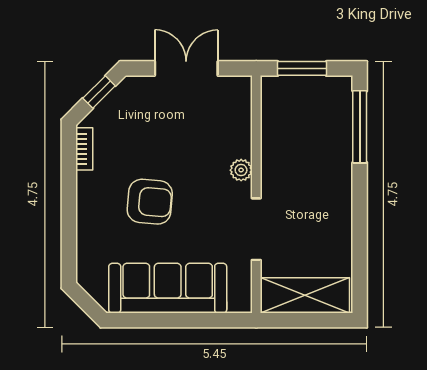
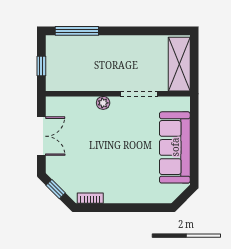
double door: (186, 68) -> (41, 136), swing flipped
window: (302, 68) -> (41, 66), width x0.67
armchair: (150, 202) -> (122, 158), removed

